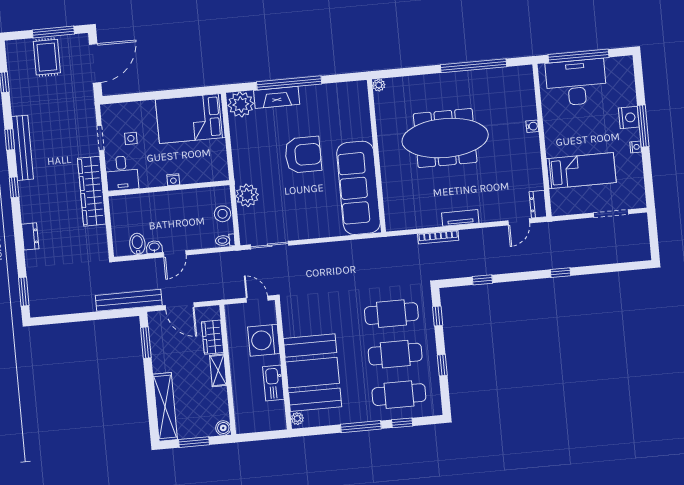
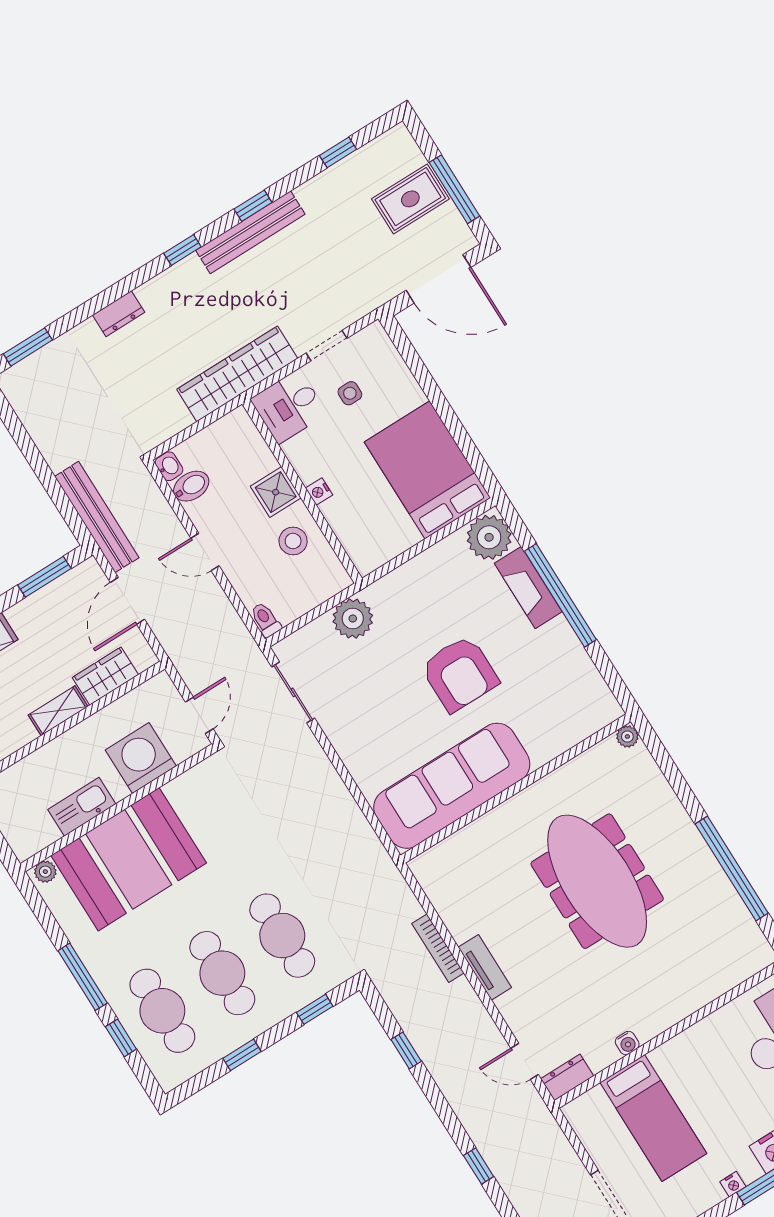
water cooler: (532, 126) -> (627, 1043), moved
shower: (162, 202) -> (276, 492), added
stool: (222, 214) -> (293, 541), moved
washbasin: (154, 247) -> (169, 466), moved

